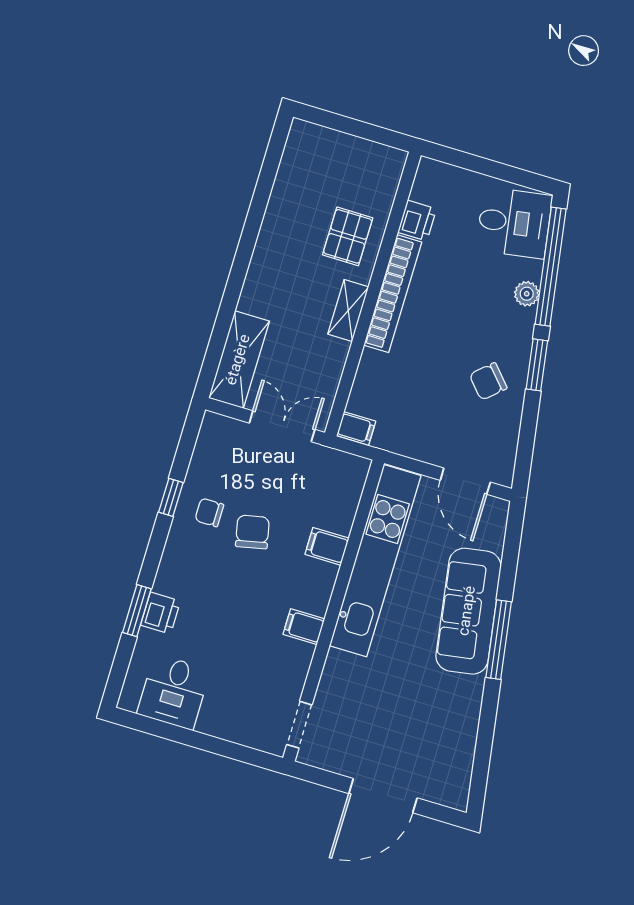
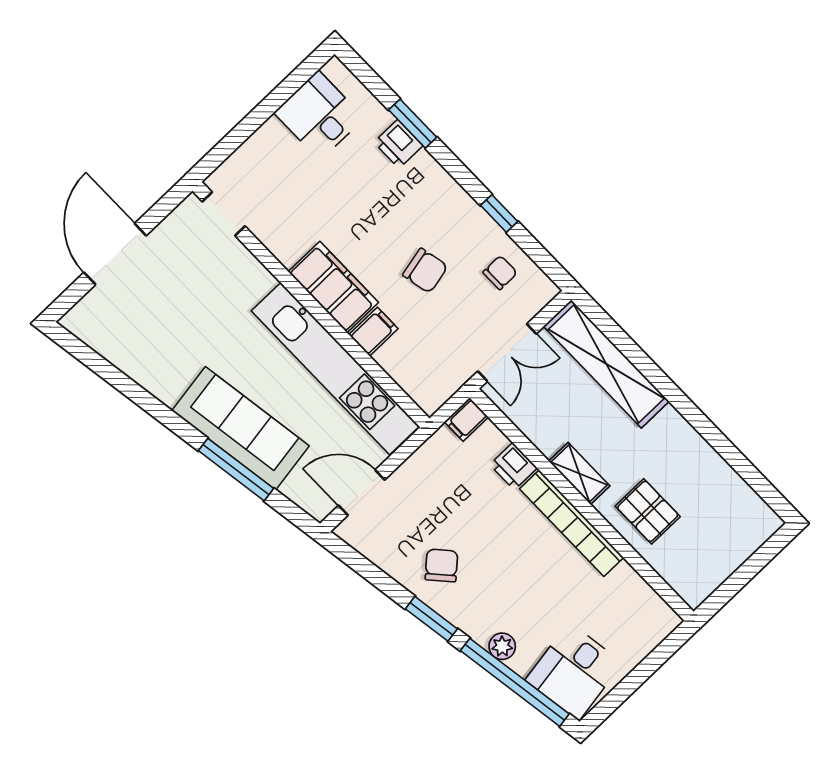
printer: (417, 221) -> (514, 466), moved
shelving: (239, 360) -> (606, 364), width x1.47
chair: (209, 512) -> (500, 273), moved
filing cabinet: (304, 627) -> (333, 287), width x3.00, depth x1.17
window: (499, 640) -> (236, 470), moved

